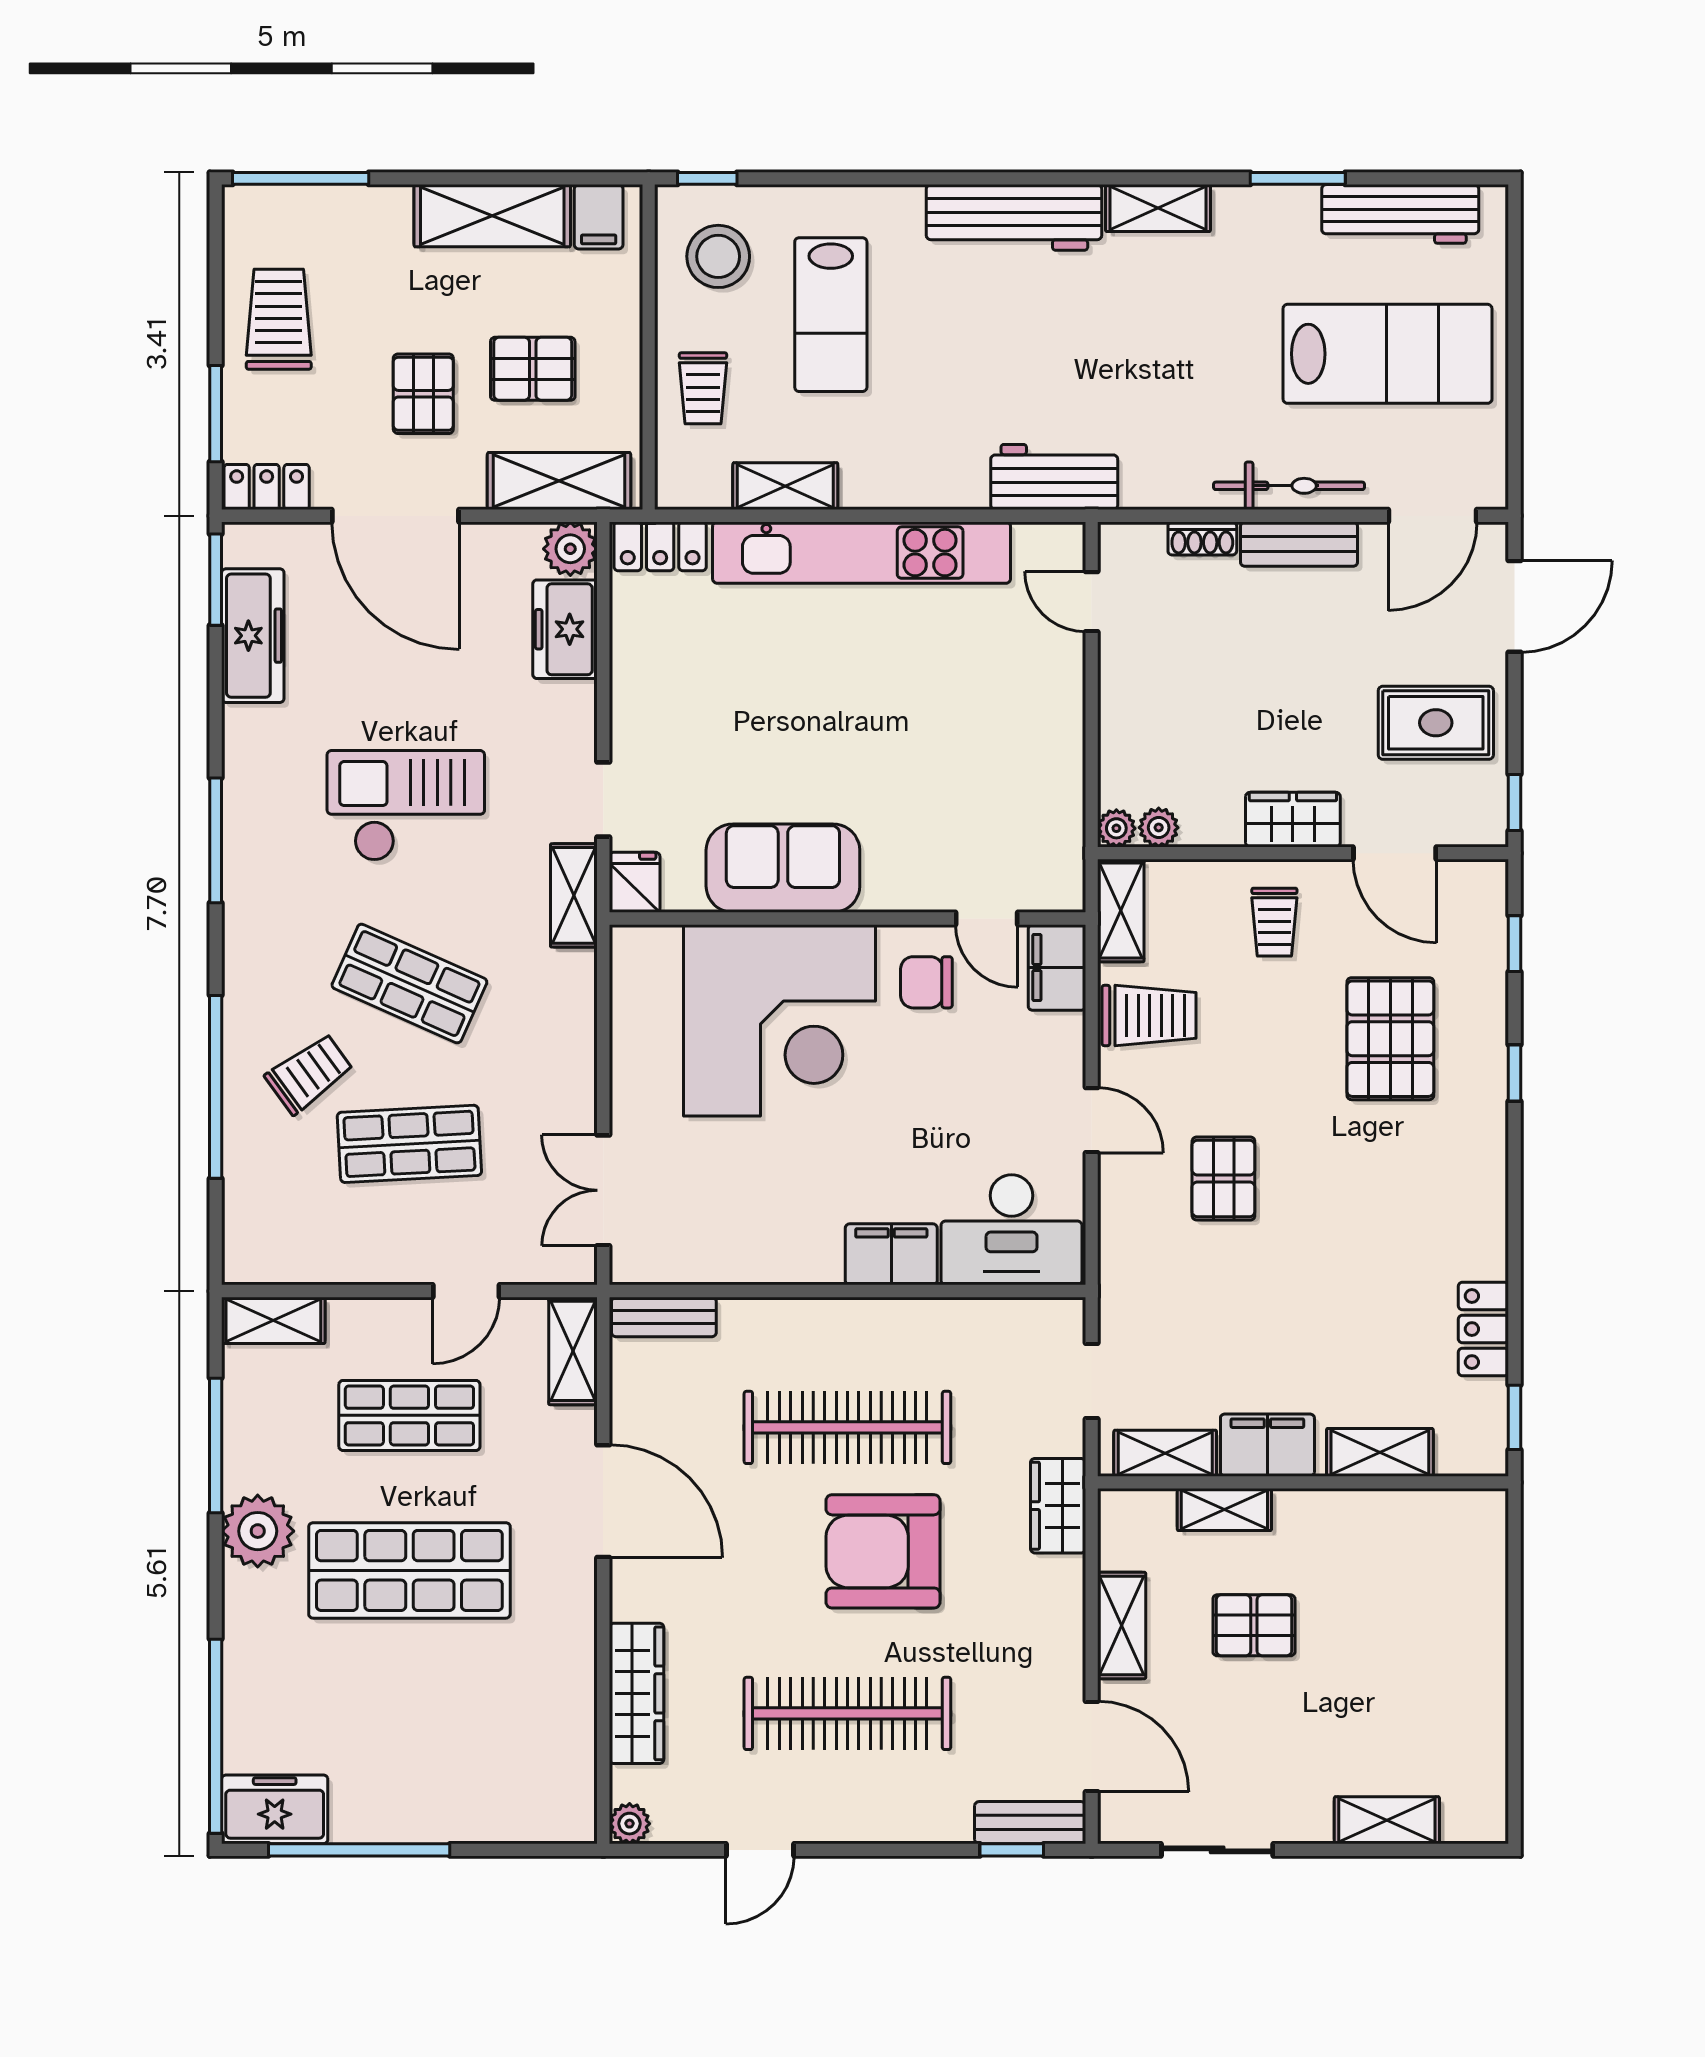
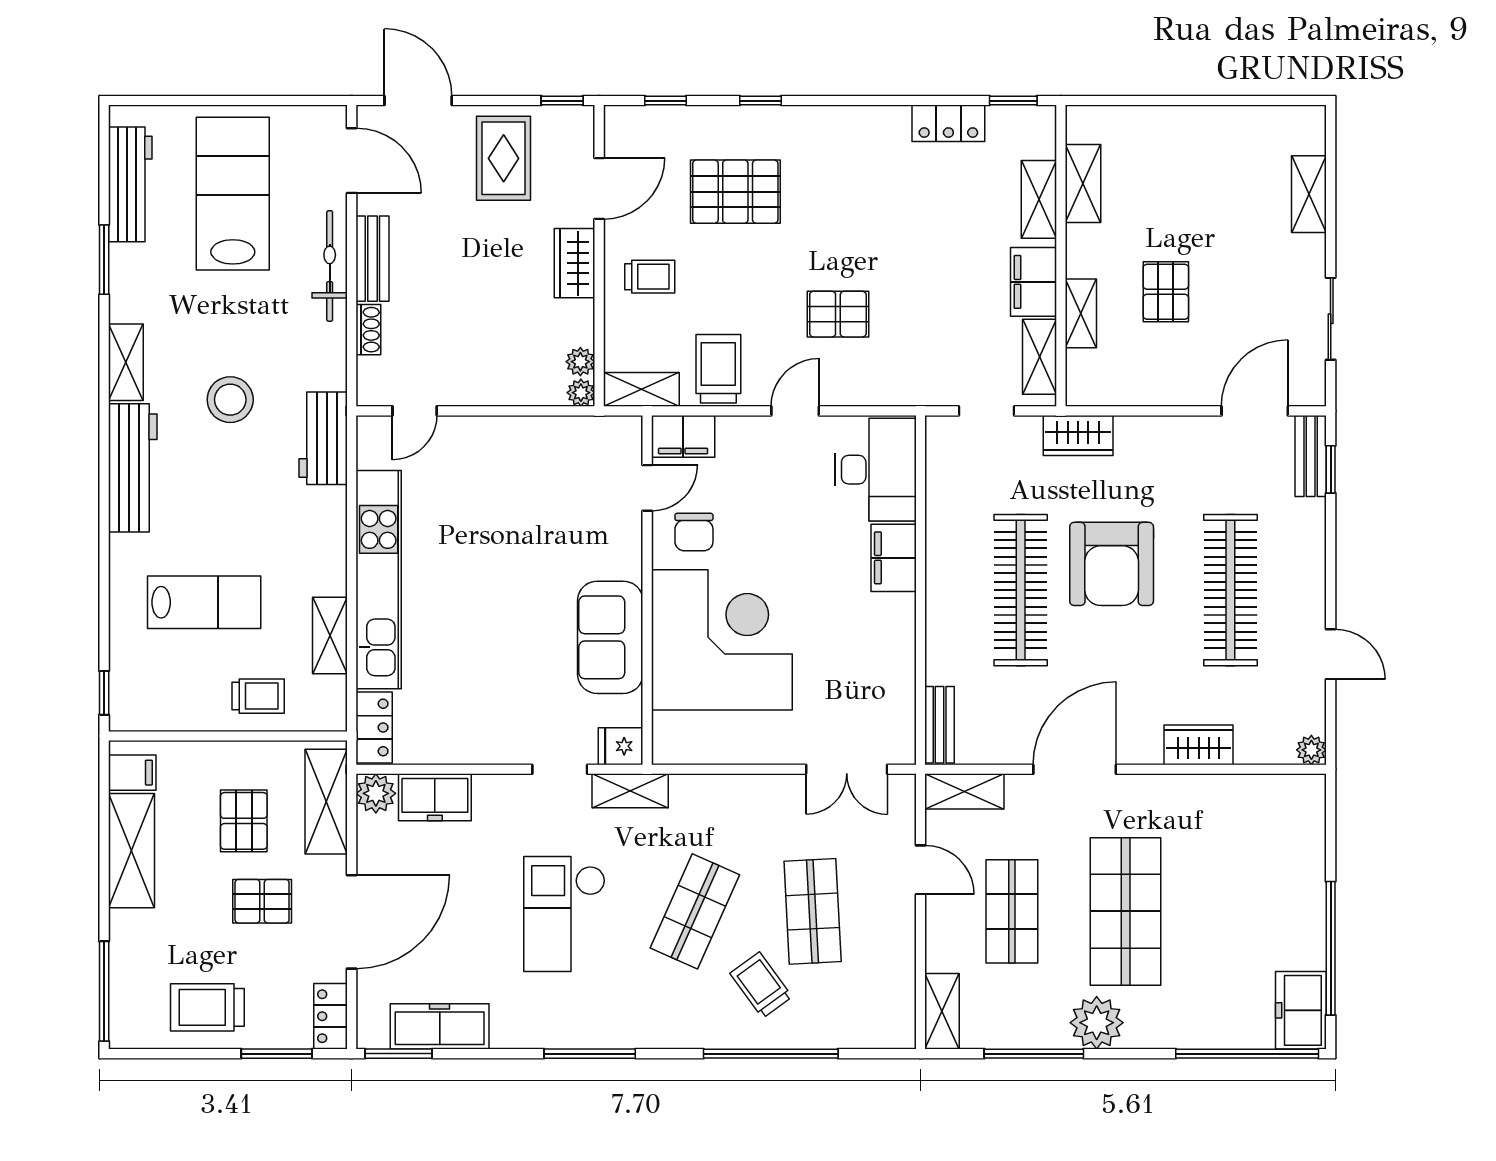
stool: (718, 256) -> (230, 400), moved
shelving: (1122, 1625) -> (1083, 183), moved, turned 90
wardrobe: (636, 1693) -> (1199, 745), width x0.67

